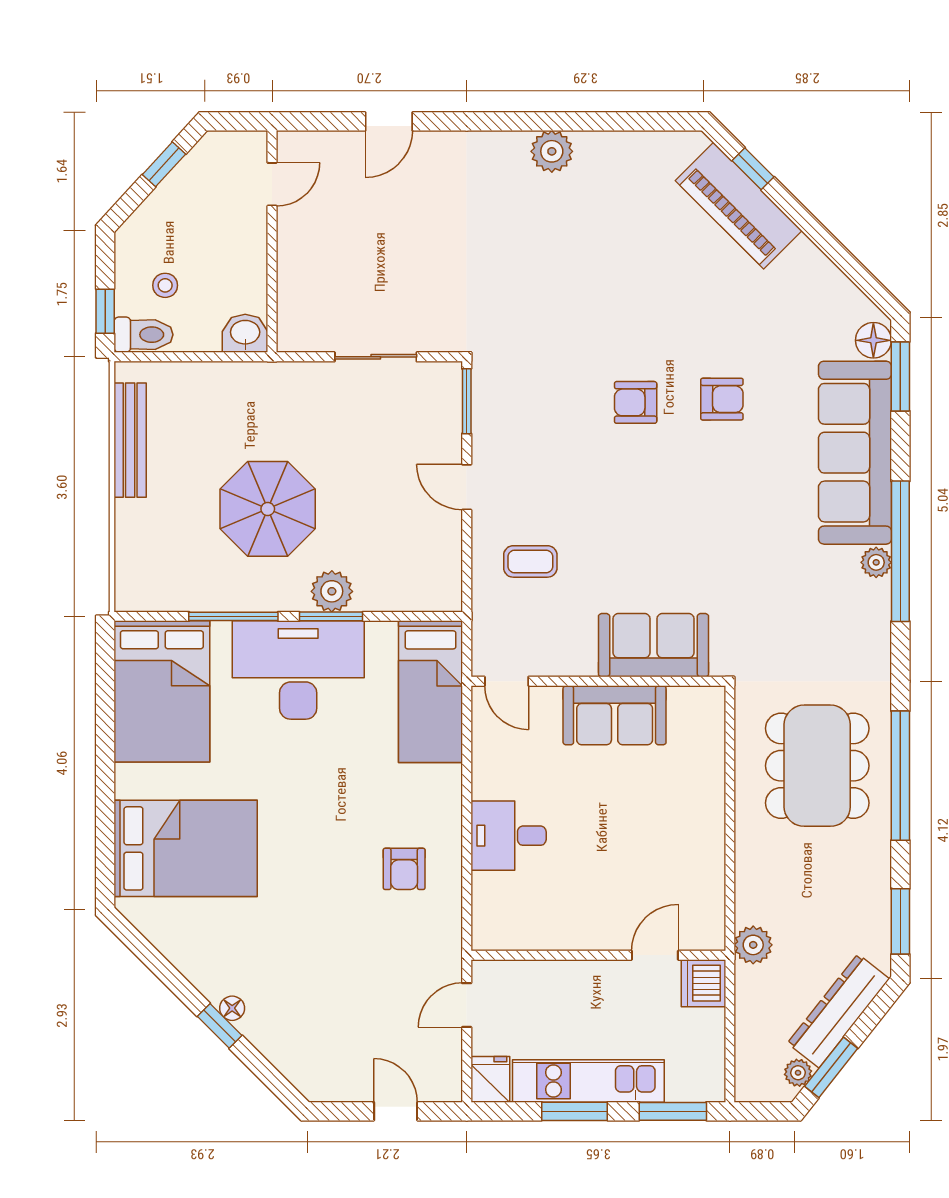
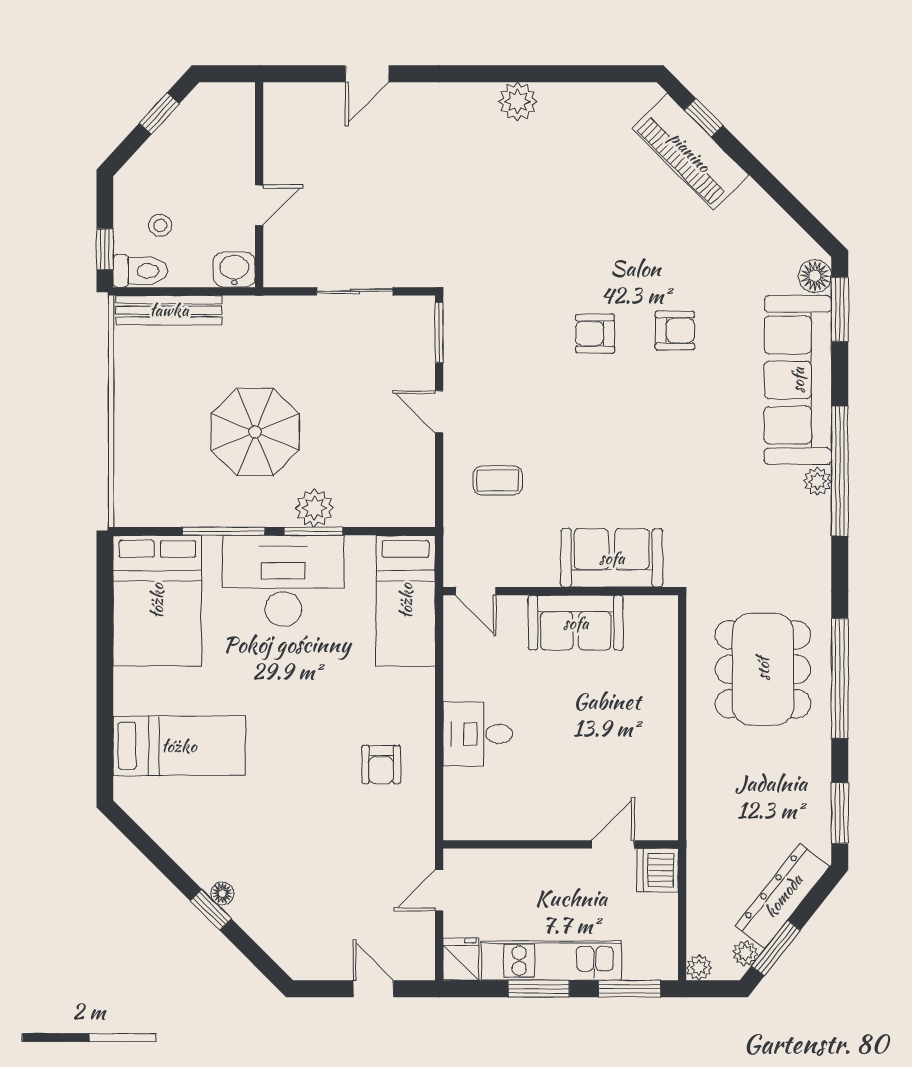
door: (272, 184) -> (259, 205), moved
bench: (130, 440) -> (169, 310), moved, turned 90
bed: (186, 848) -> (179, 746), width x0.67
plant: (753, 945) -> (699, 968), moved, width x0.73, depth x0.73

